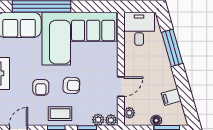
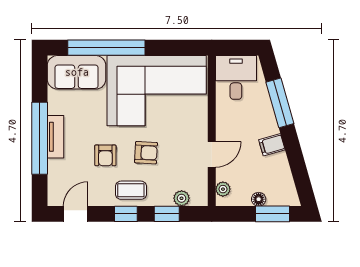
filing cabinet: (171, 97) -> (272, 145), moved
plant: (111, 120) -> (199, 199), removed

